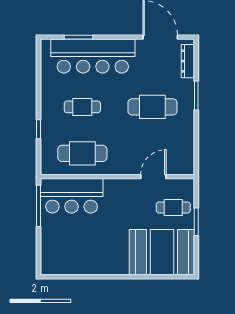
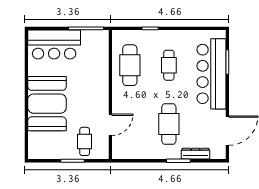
dresser: (188, 61) -> (196, 154), moved
door: (153, 177) -> (110, 125), hinge flipped
bar counter: (72, 196) -> (54, 45), moved, turned -90
booth: (162, 252) -> (47, 104), moved

